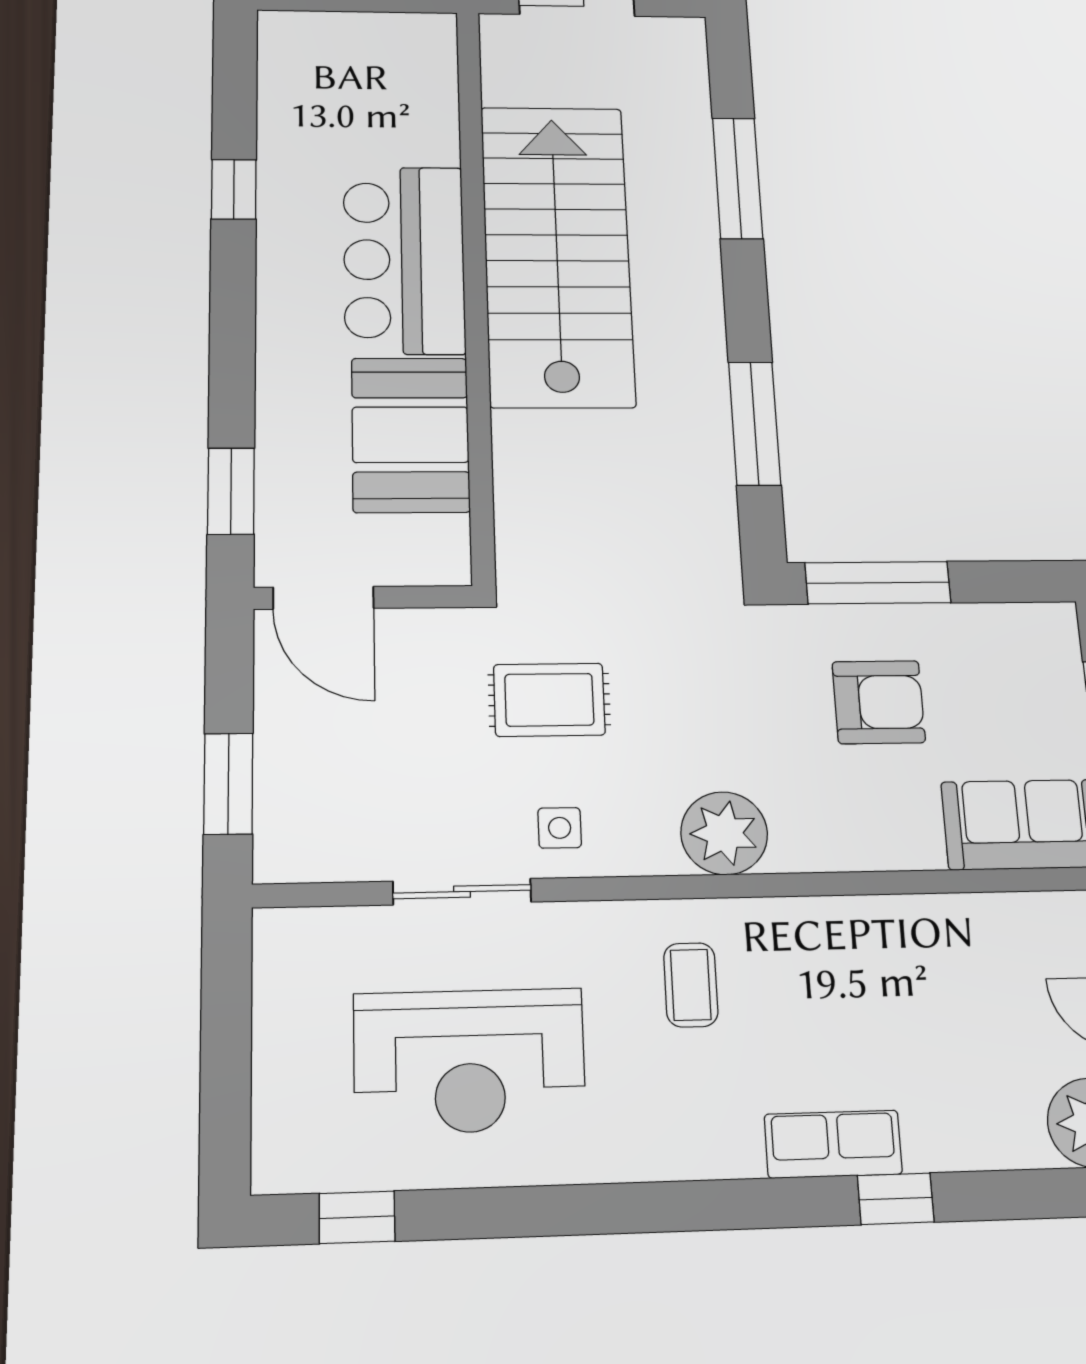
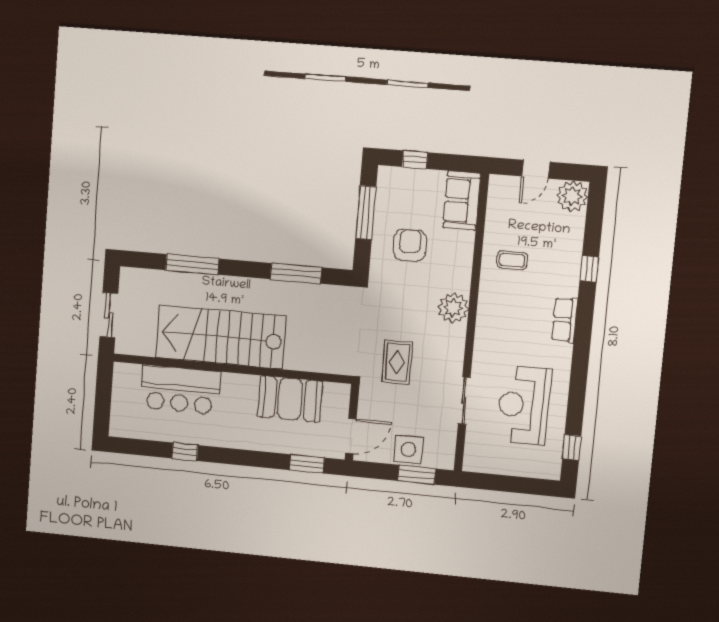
bar counter: (404, 260) -> (180, 390), moved
window: (878, 583) -> (366, 213), moved
side table: (560, 828) -> (408, 450), moved, width x1.87, depth x1.87
coffee table: (691, 985) -> (512, 260), moved
reception desk: (469, 1061) -> (524, 405), turned 180
row of seats: (833, 1144) -> (565, 320), moved

